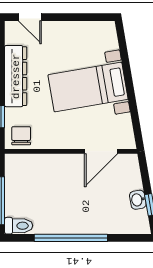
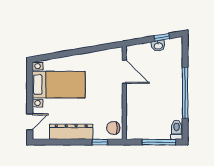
bed with nightstands: (88, 87) -> (59, 85), moved, turned -80

